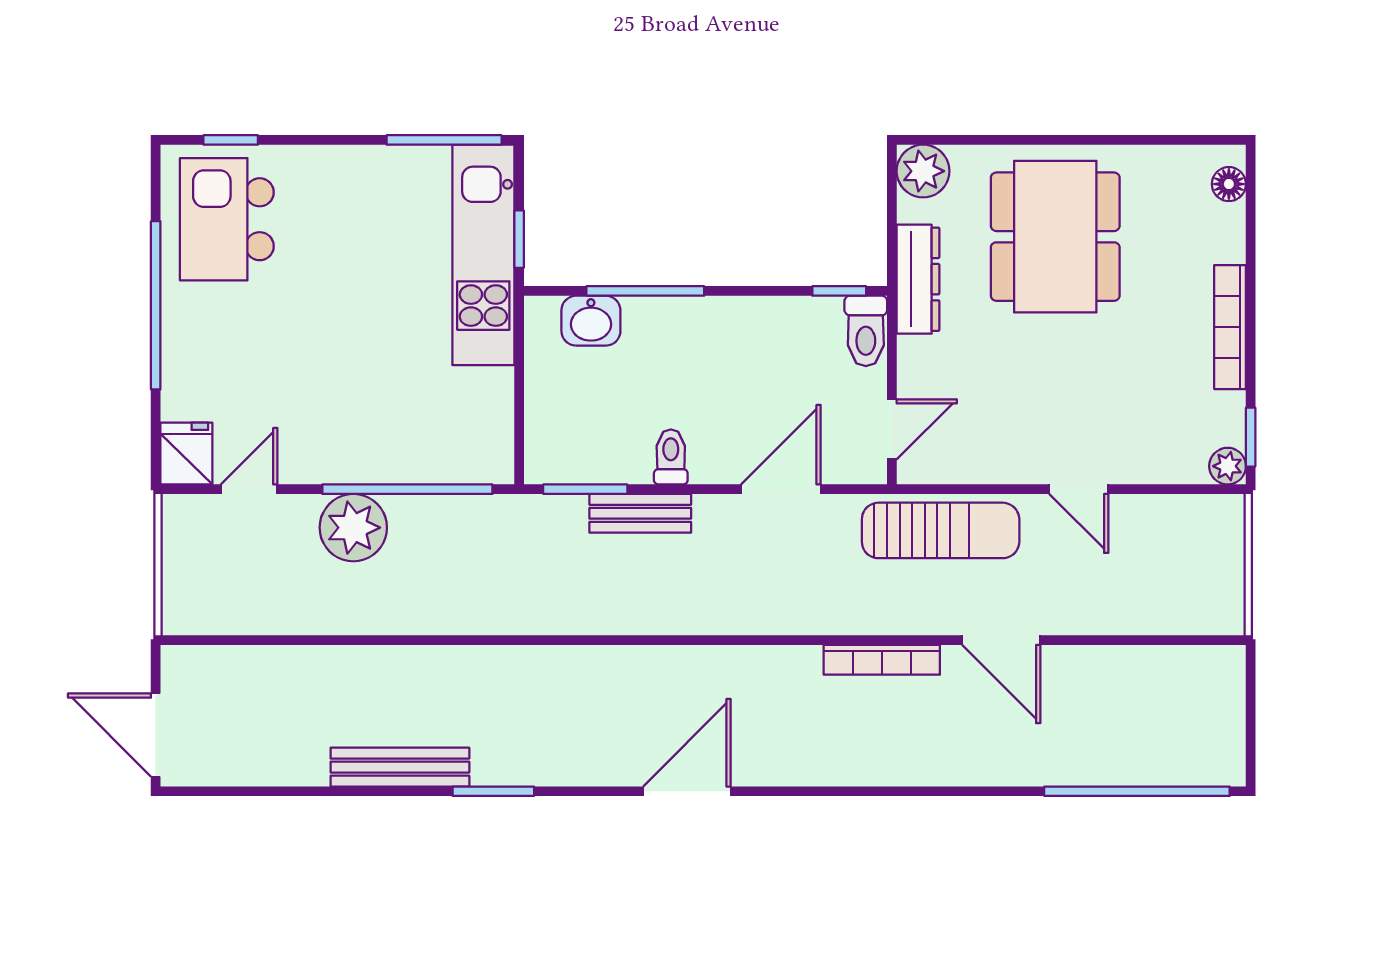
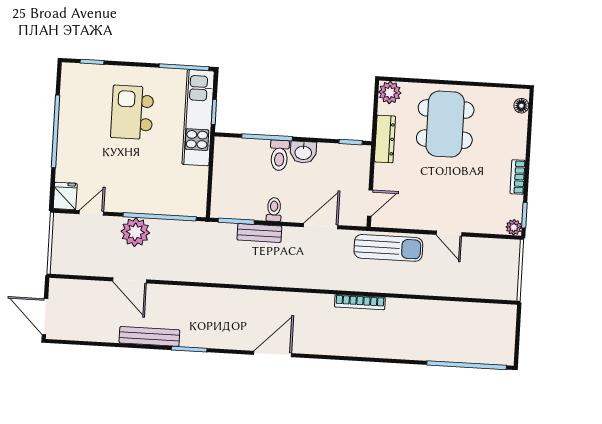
kitchen island: (227, 219) -> (132, 112), moved
washbasin: (591, 321) -> (303, 152), moved
bookcase: (1230, 327) -> (518, 177), width x0.64
toilet: (866, 331) -> (279, 155), moved
door: (1001, 640) -> (130, 280), moved

